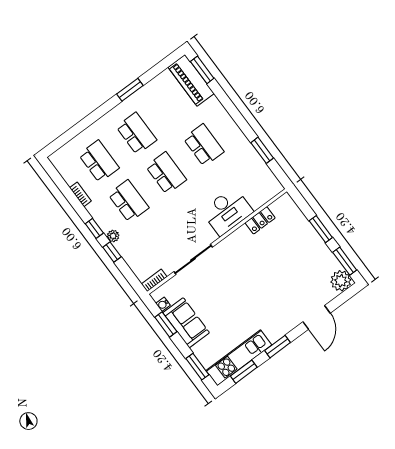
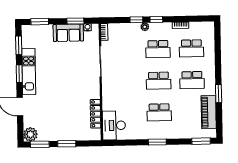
piano: (191, 80) -> (209, 112), moved, turned -90
window: (262, 150) -> (157, 142), moved
desk: (227, 211) -> (114, 125), moved
locker: (260, 220) -> (95, 114), width x1.53
kitchen unit: (239, 358) -> (29, 72), moved

